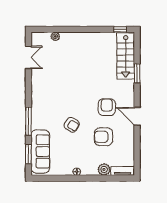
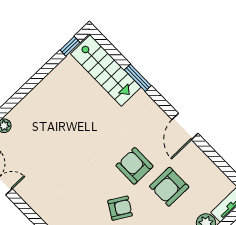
armchair: (107, 107) -> (134, 166), moved
door: (137, 116) -> (185, 126), hinge flipped

